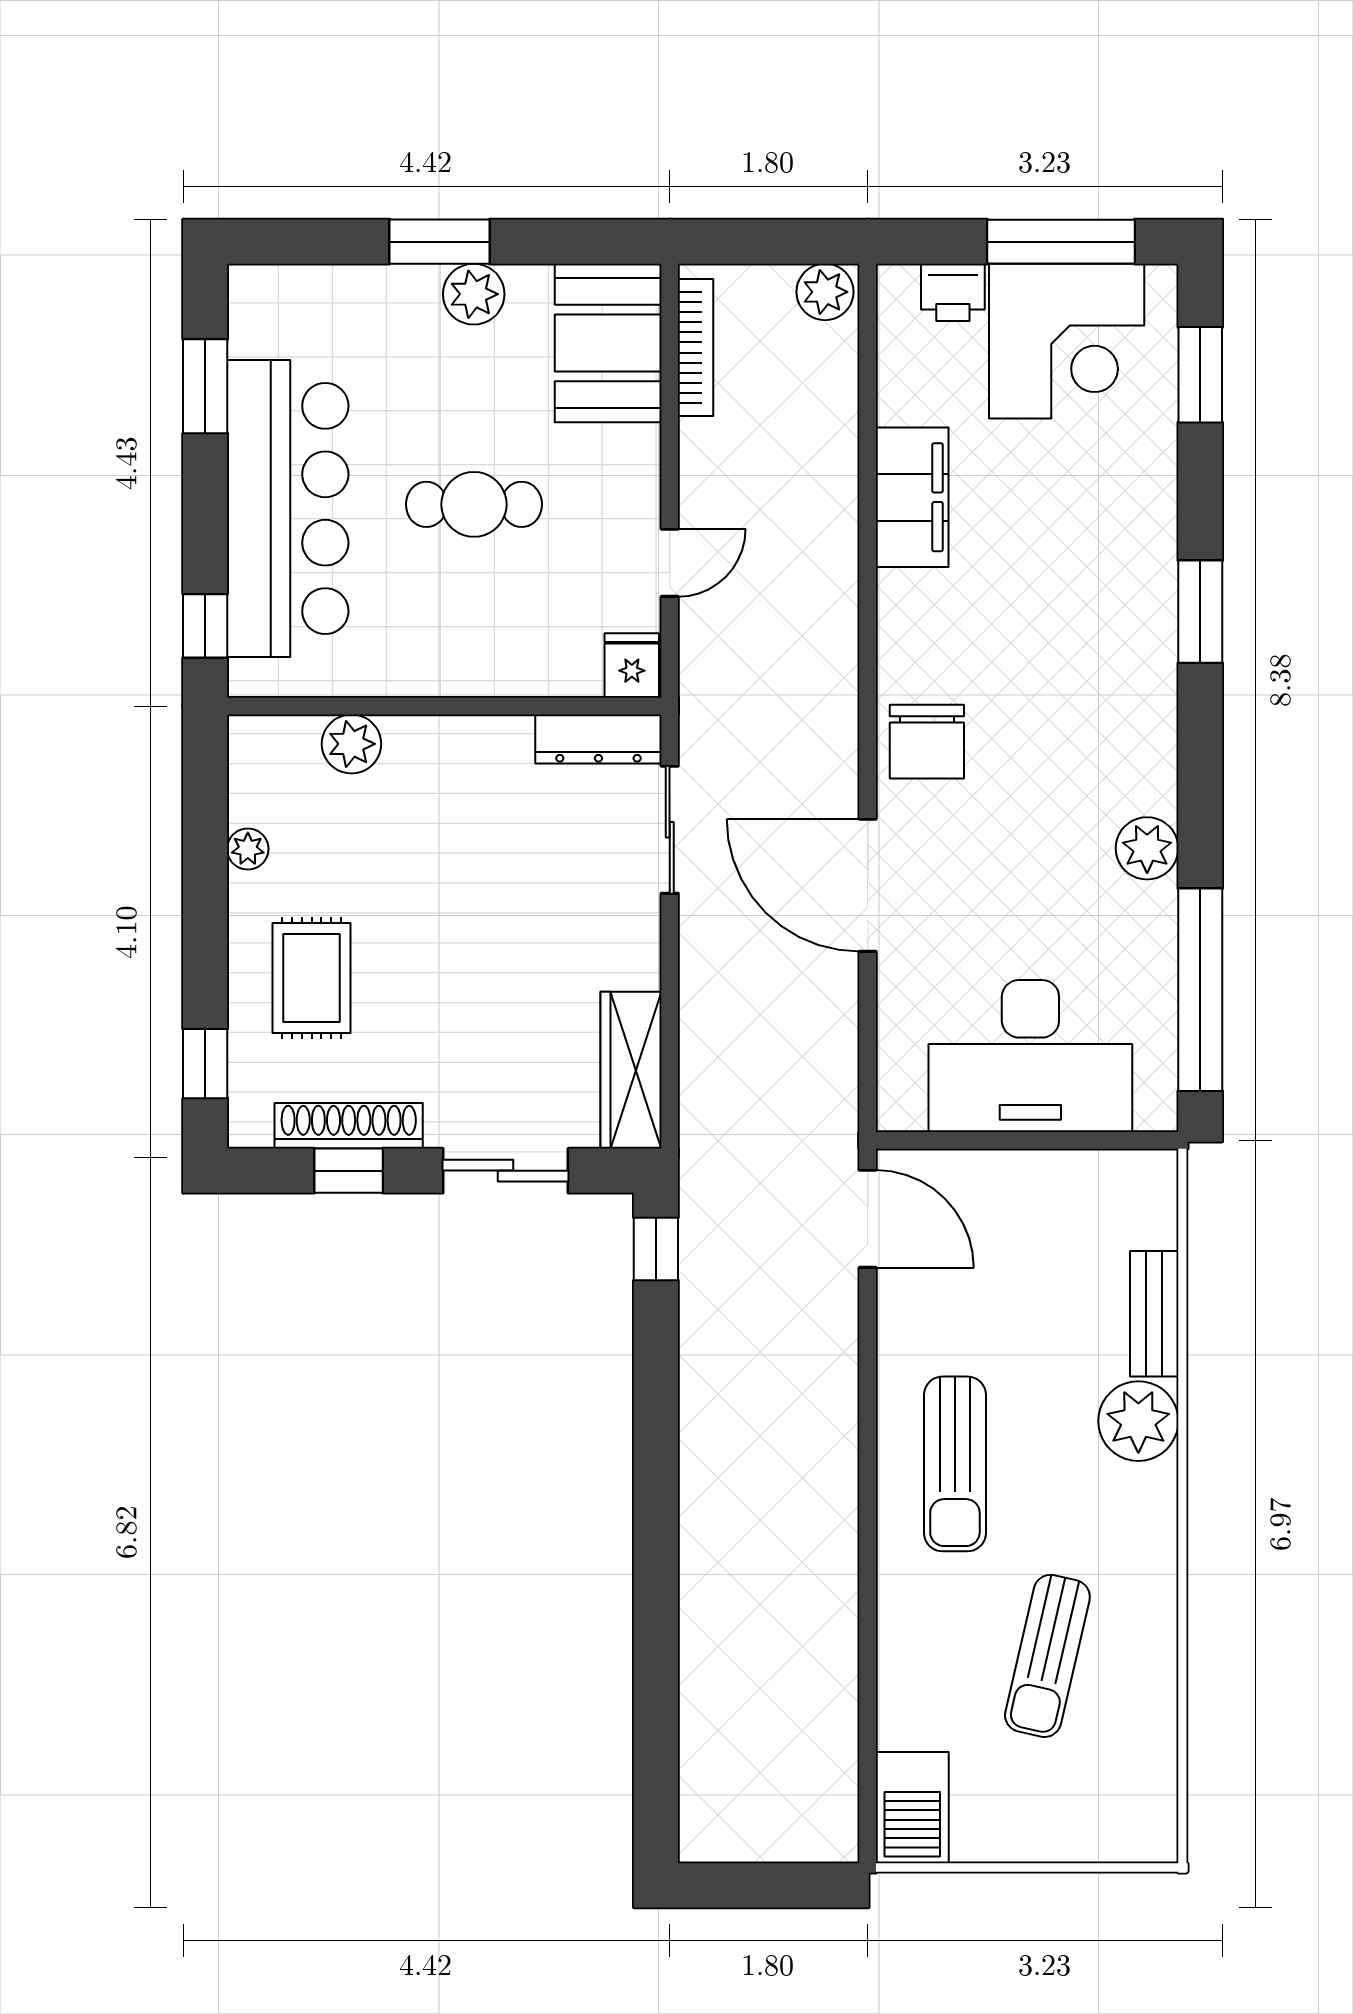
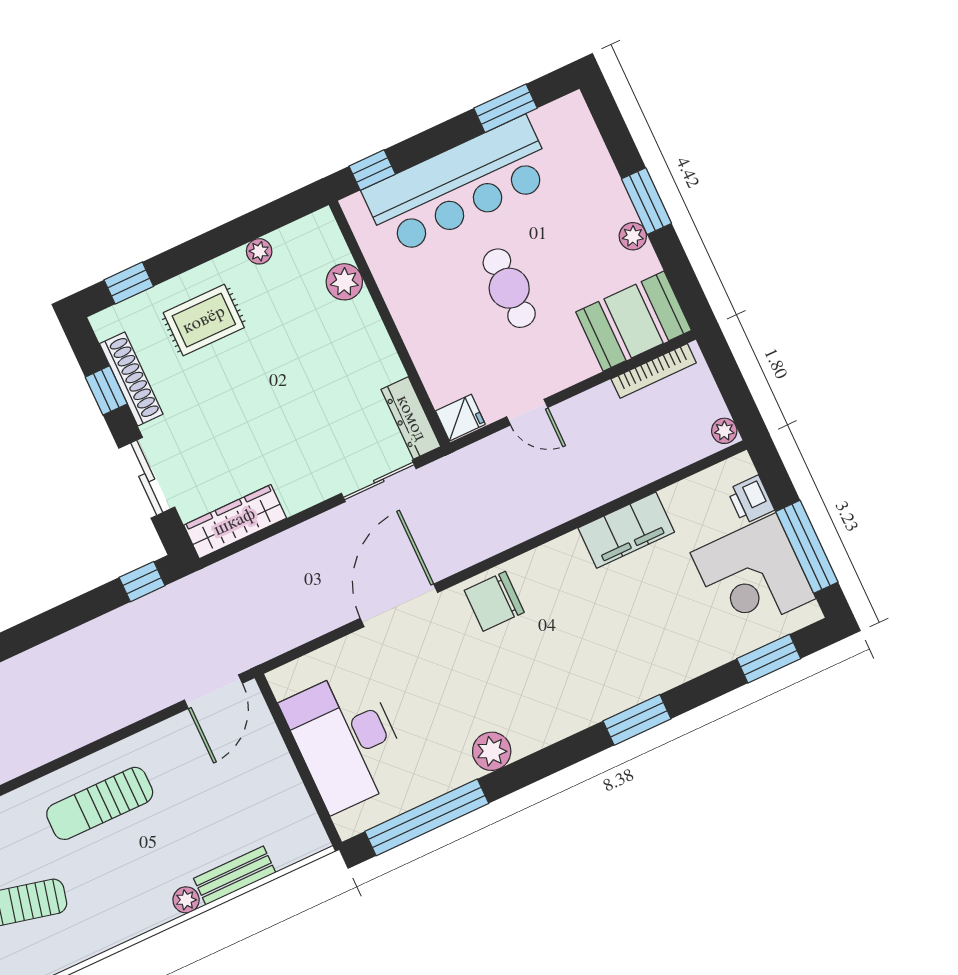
plant: (825, 292) -> (724, 431), width x0.73, depth x0.73
plant: (474, 294) -> (633, 236), width x0.73, depth x0.73
plant: (1138, 1421) -> (186, 900), width x0.53, depth x0.53

